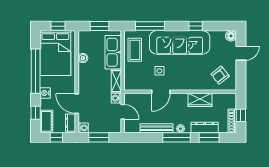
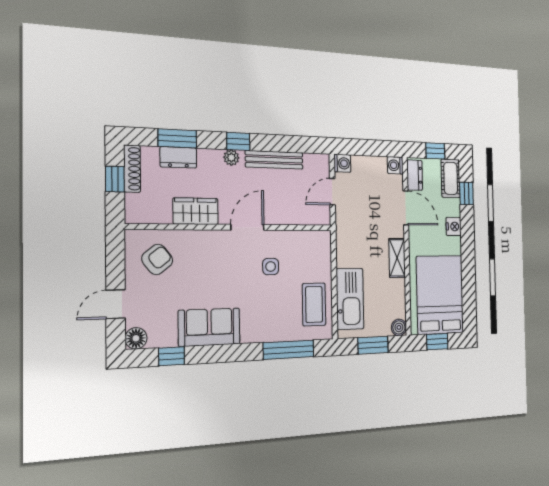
window: (196, 26) -> (172, 356), moved
sofa: (180, 42) -> (209, 327), width x0.54, depth x0.79
boiler: (83, 58) -> (399, 327), moved
window: (36, 71) -> (468, 263), removed
shelving: (116, 81) -> (397, 258), moved
door: (161, 92) -> (247, 227), moved
washing machine: (116, 98) -> (342, 163), moved
door: (123, 112) -> (332, 192), hinge flipped
dresser: (205, 128) -> (178, 157), width x0.70
window: (99, 137) -> (370, 148), removed
window: (177, 137) -> (238, 141), width x0.46

